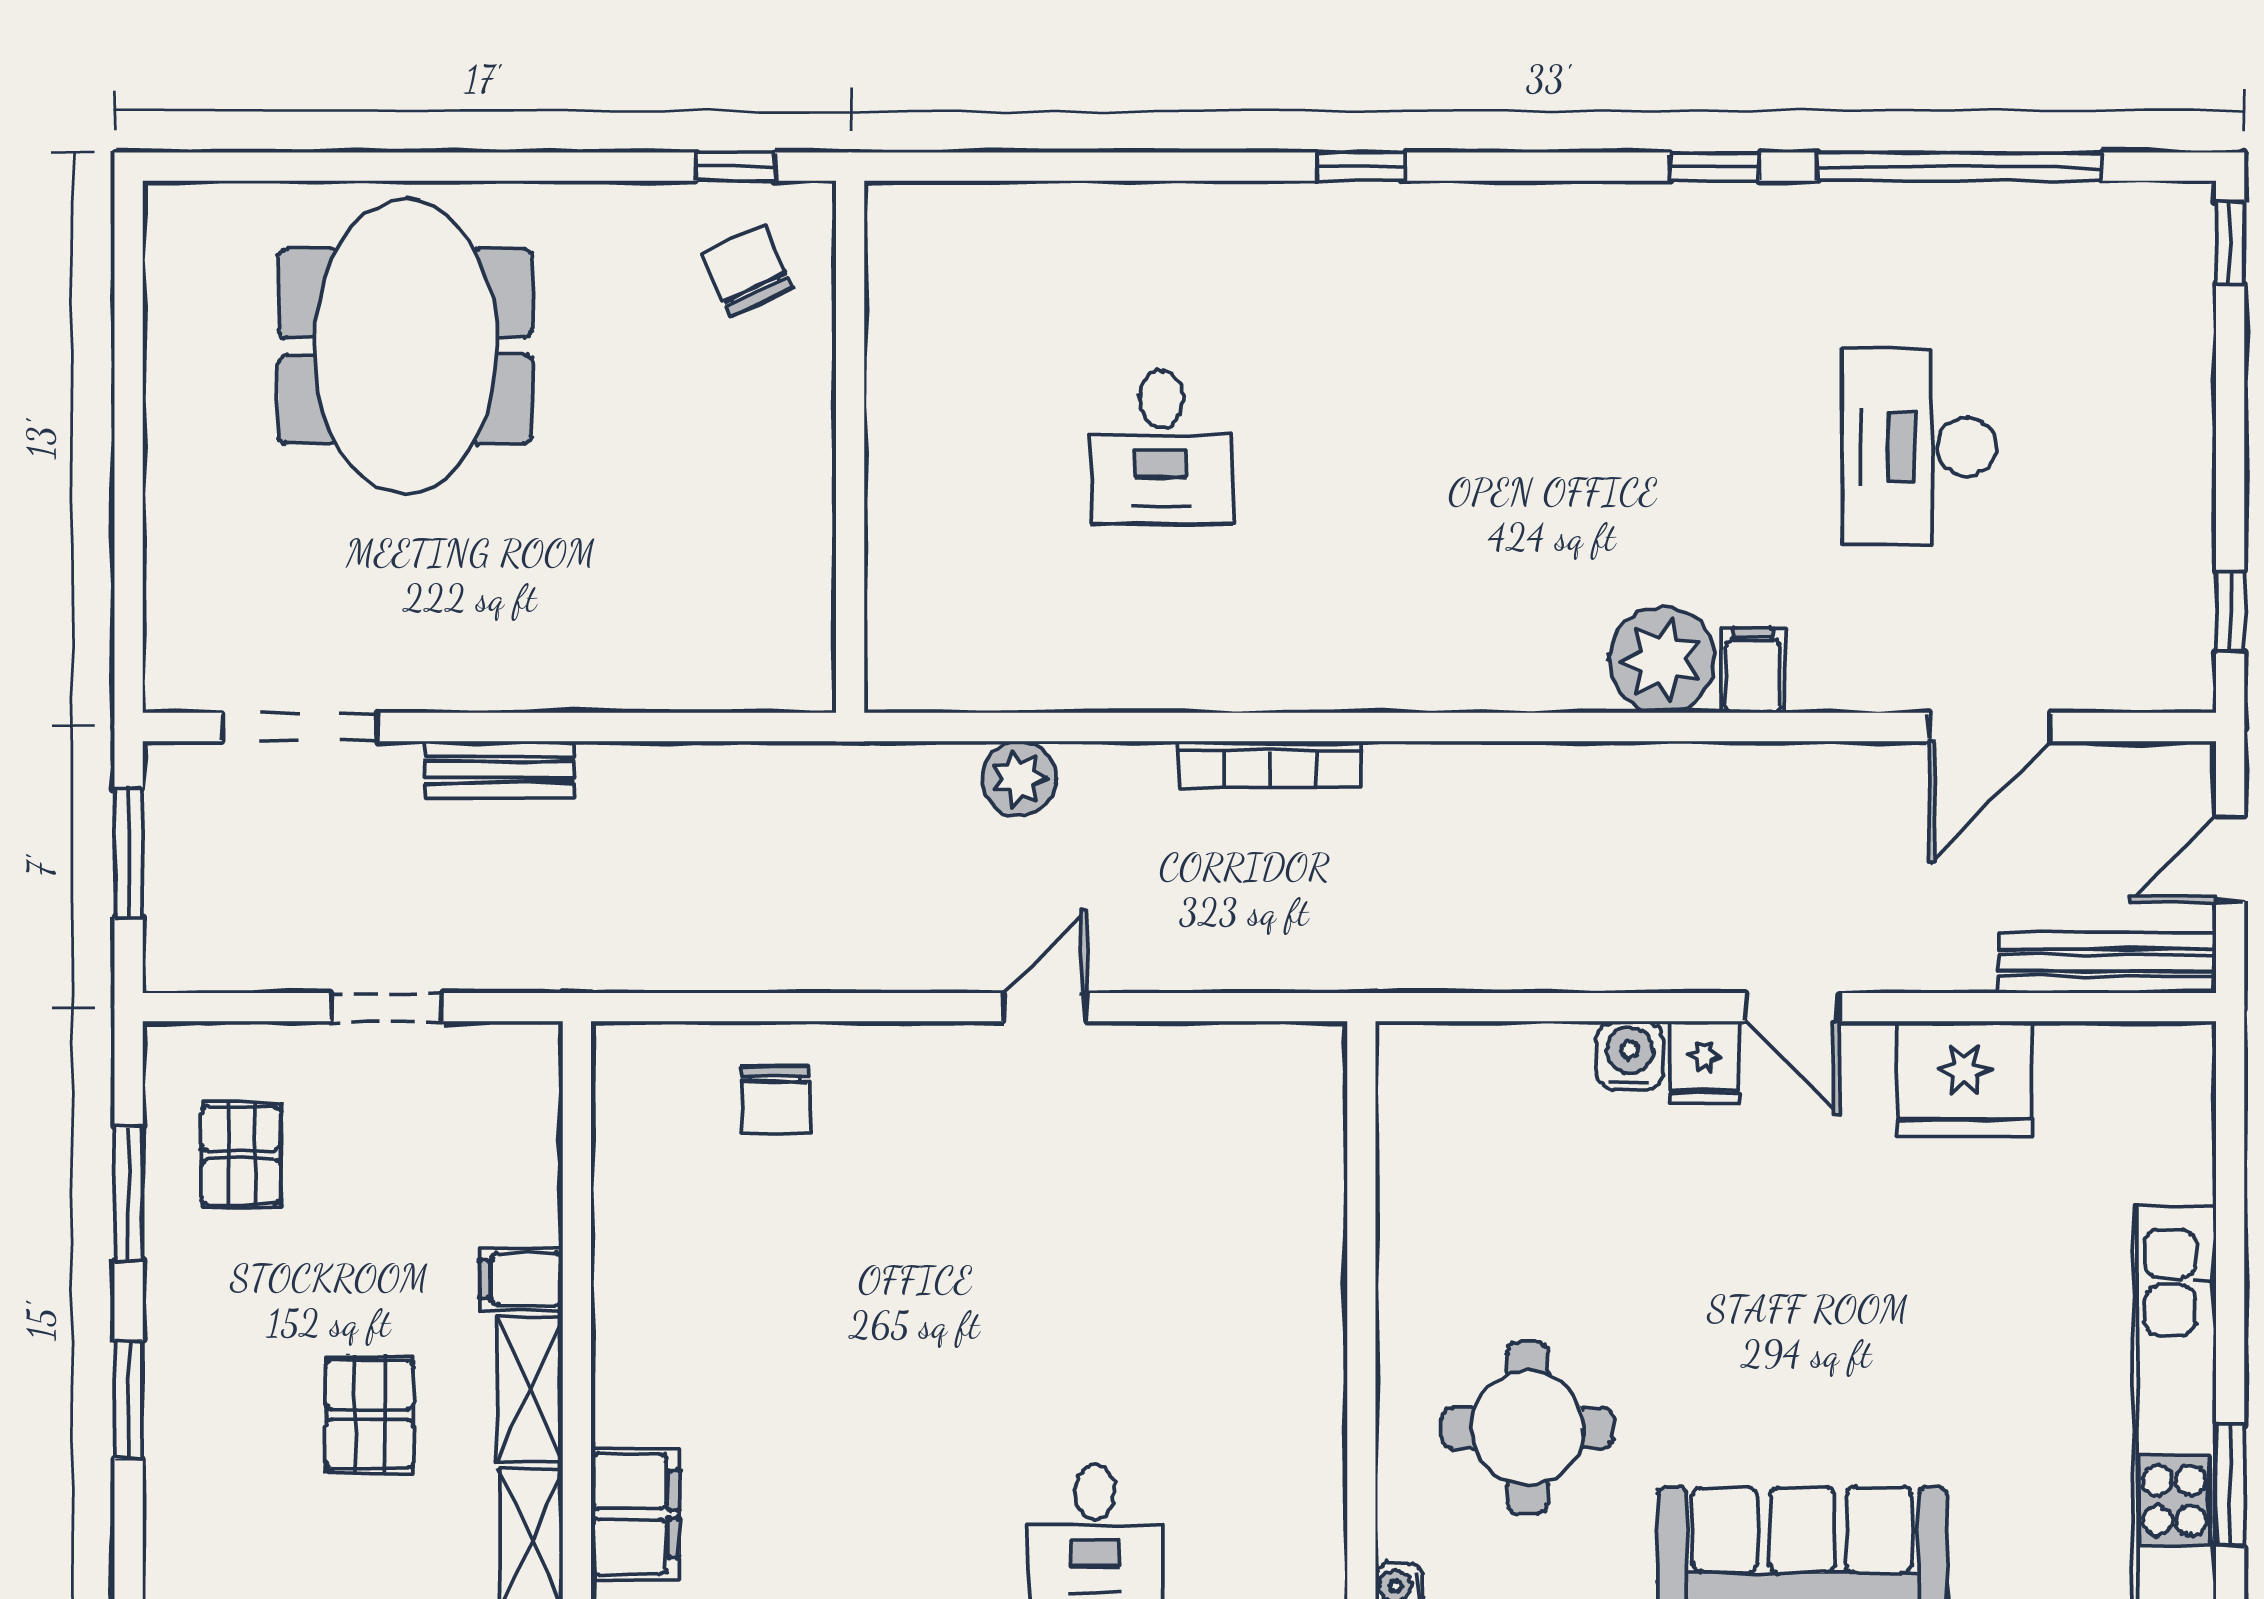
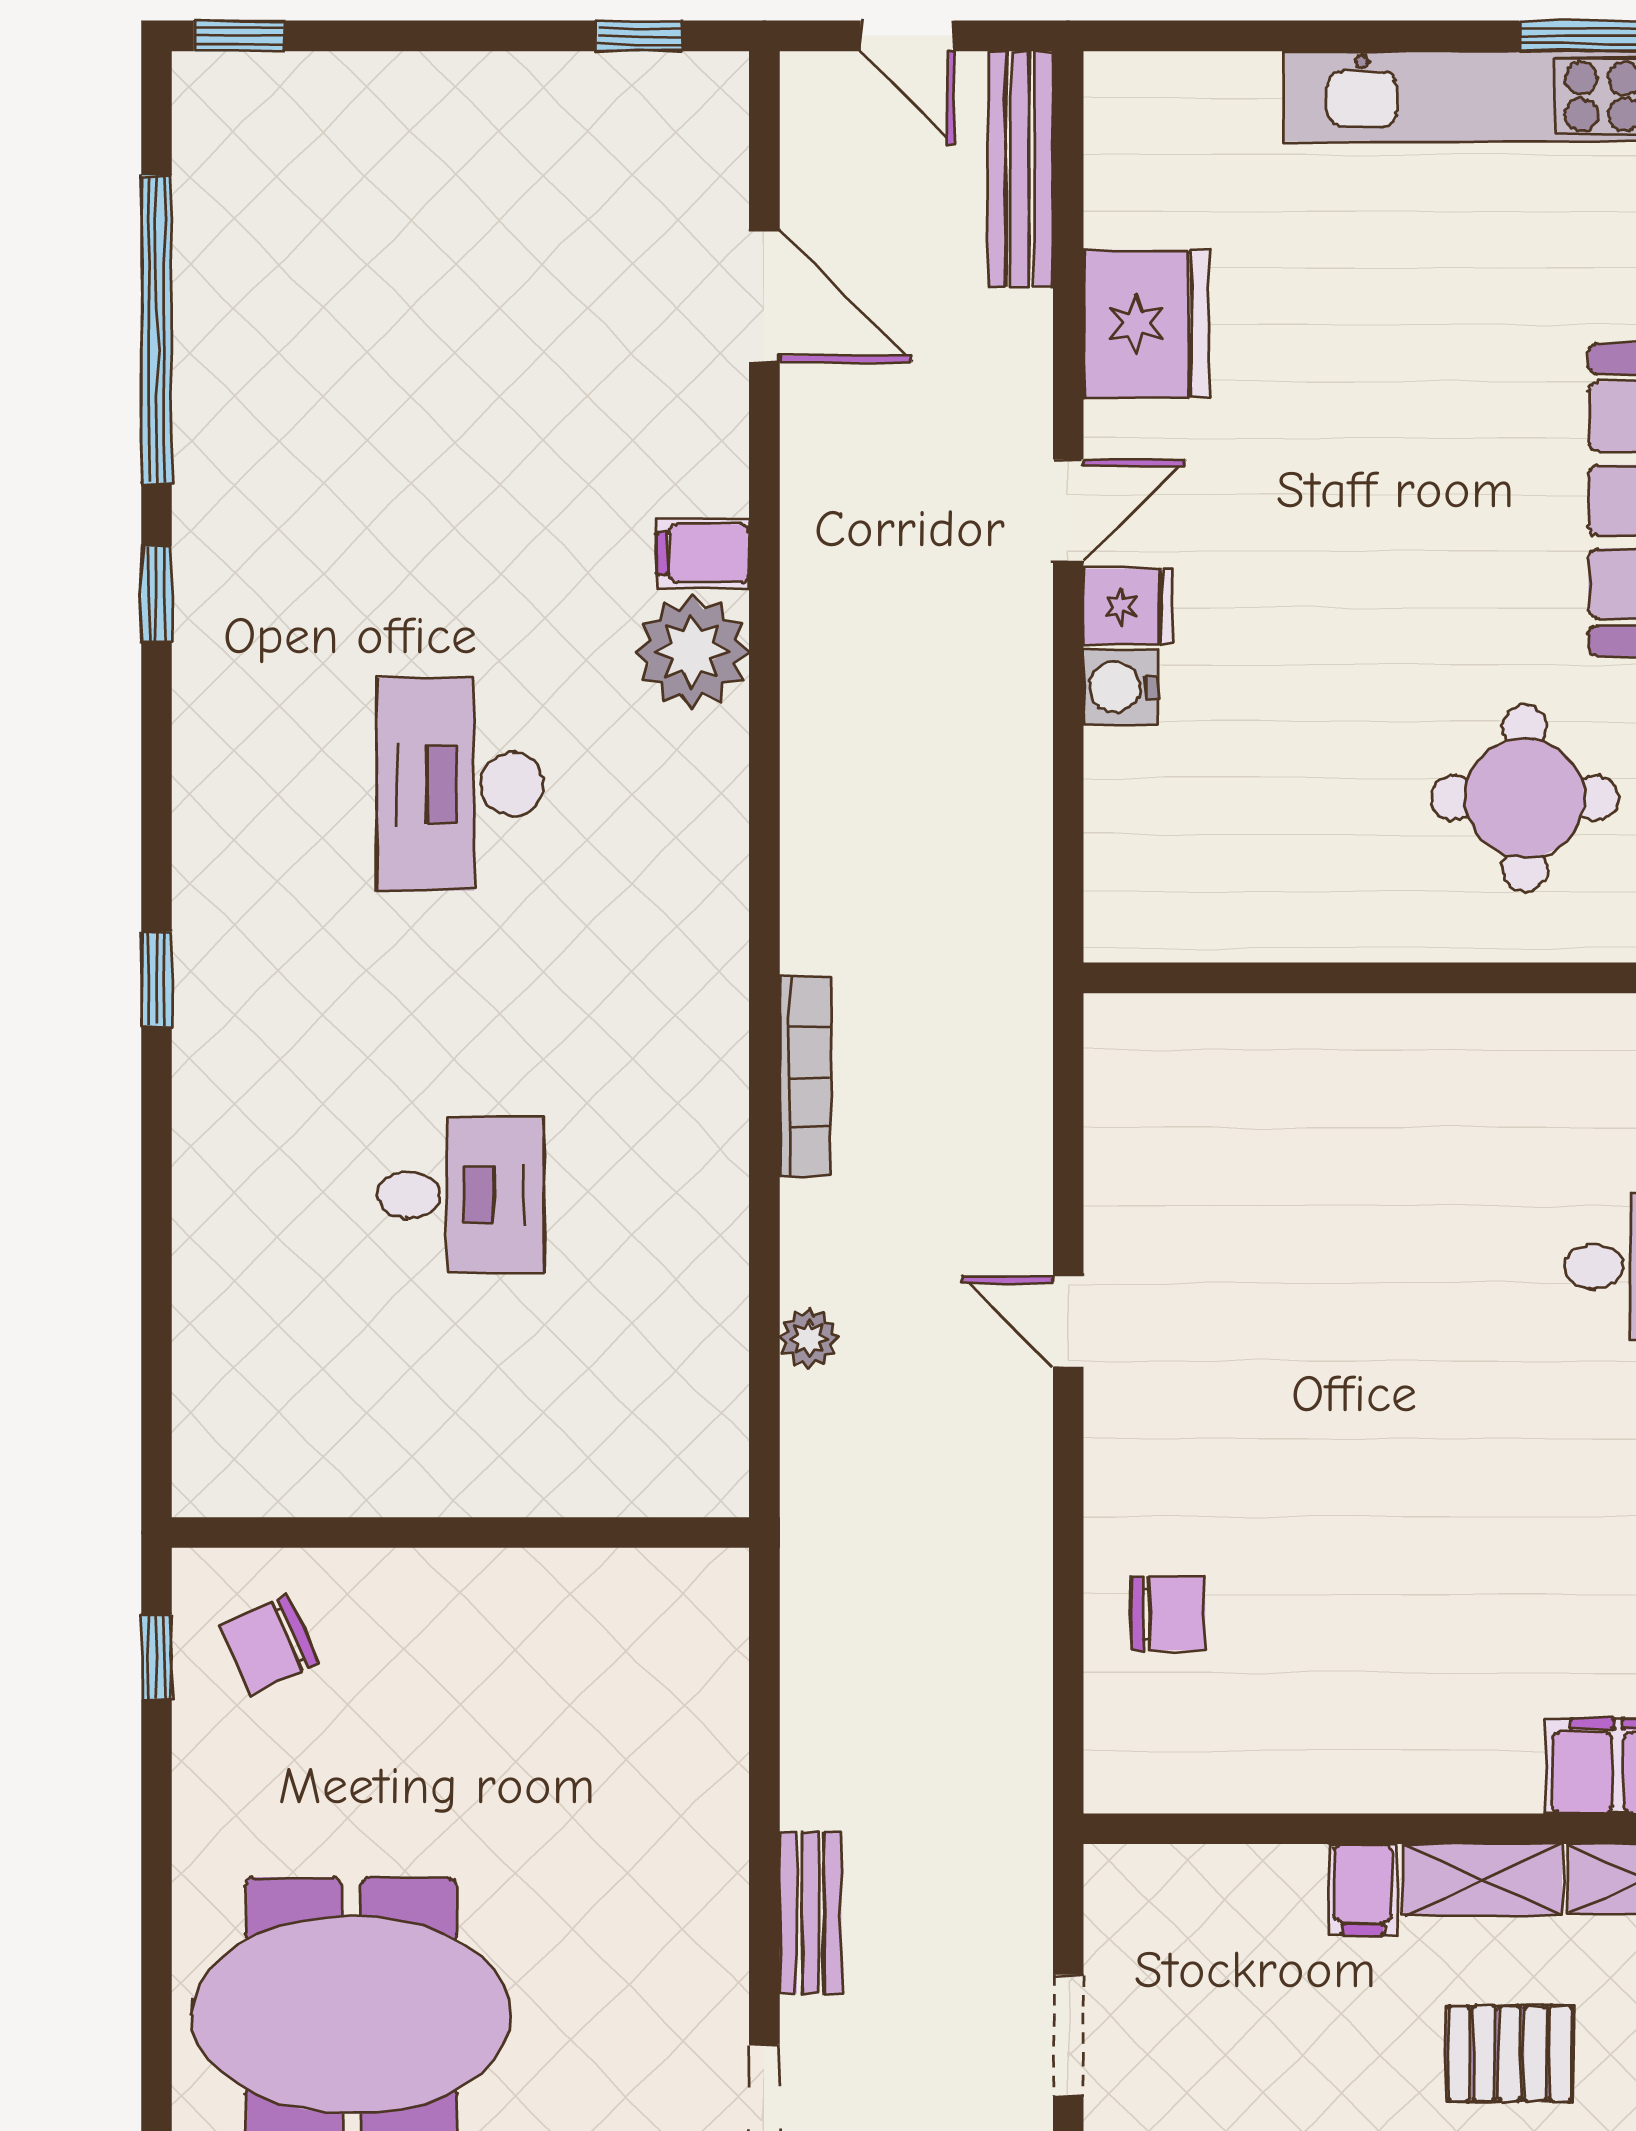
desk: (1919, 447) -> (460, 784), moved, turned 90
plant: (1019, 778) -> (809, 1339), width x0.73, depth x0.73

